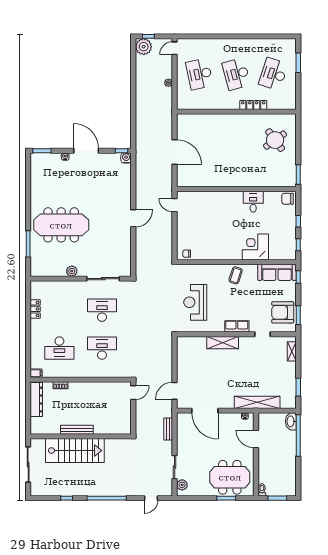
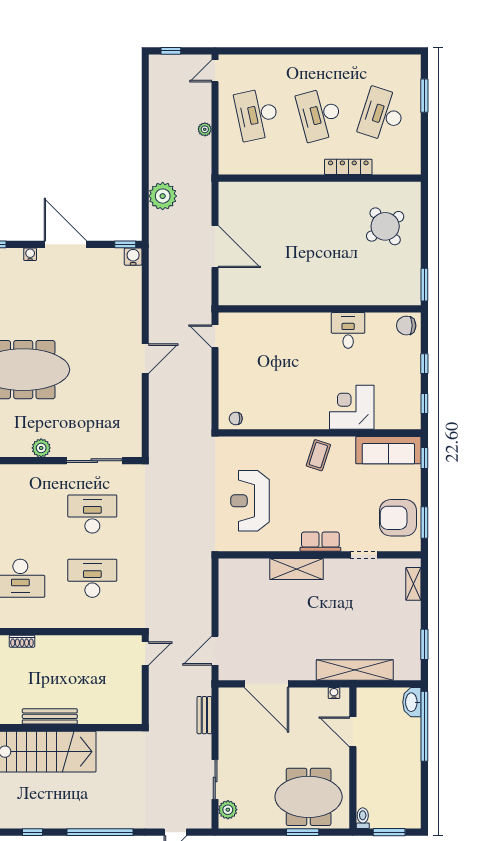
plant: (144, 47) -> (163, 196), moved

